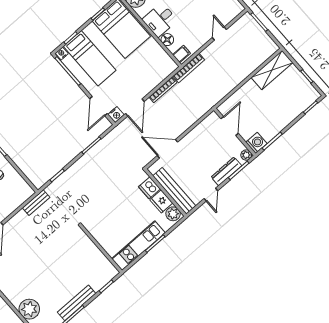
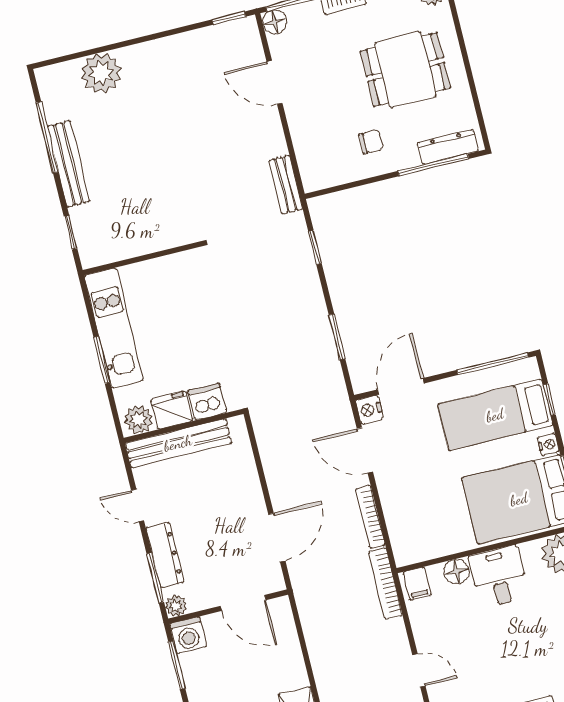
nightstand: (62, 53) -> (548, 444), moved
door: (99, 106) -> (401, 386), hinge flipped
door: (168, 149) -> (277, 538), moved

